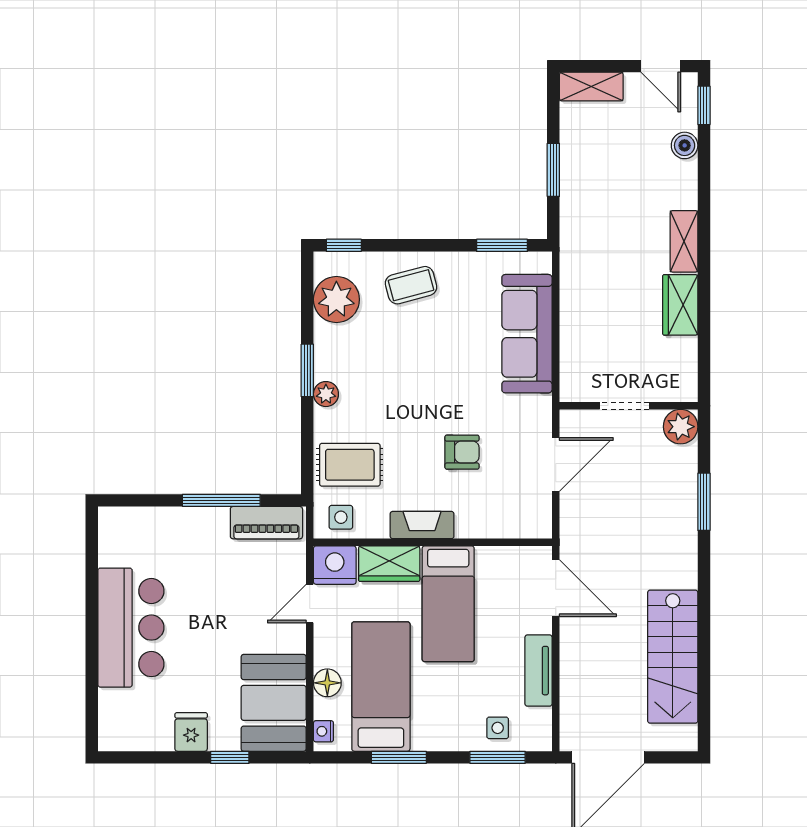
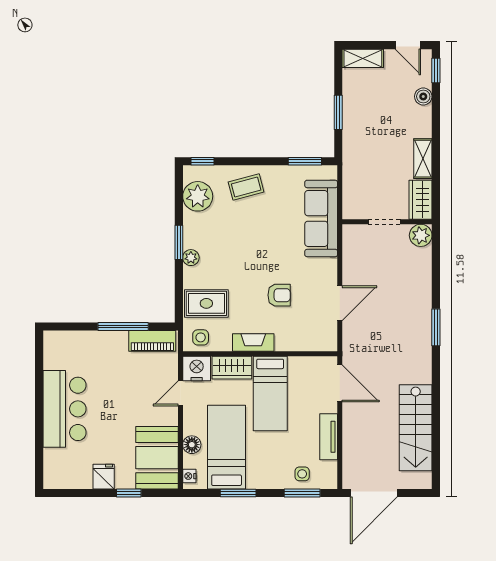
doorway: (624, 406) -> (384, 222), moved
wall: (629, 406) -> (387, 222), moved
plant: (681, 427) -> (421, 235), moved

